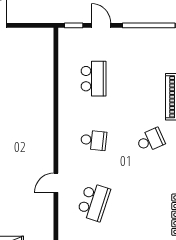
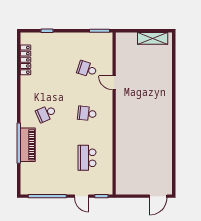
door: (56, 183) -> (114, 83), swing flipped
school desk: (94, 202) -> (87, 69), width x0.54

